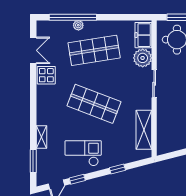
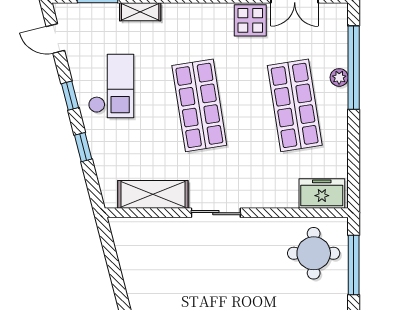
plant: (143, 58) -> (281, 192), removed
sliding door: (154, 84) -> (216, 213), moved
shop shelf: (94, 104) -> (199, 105), turned -30
window: (77, 179) -> (70, 96), moved

